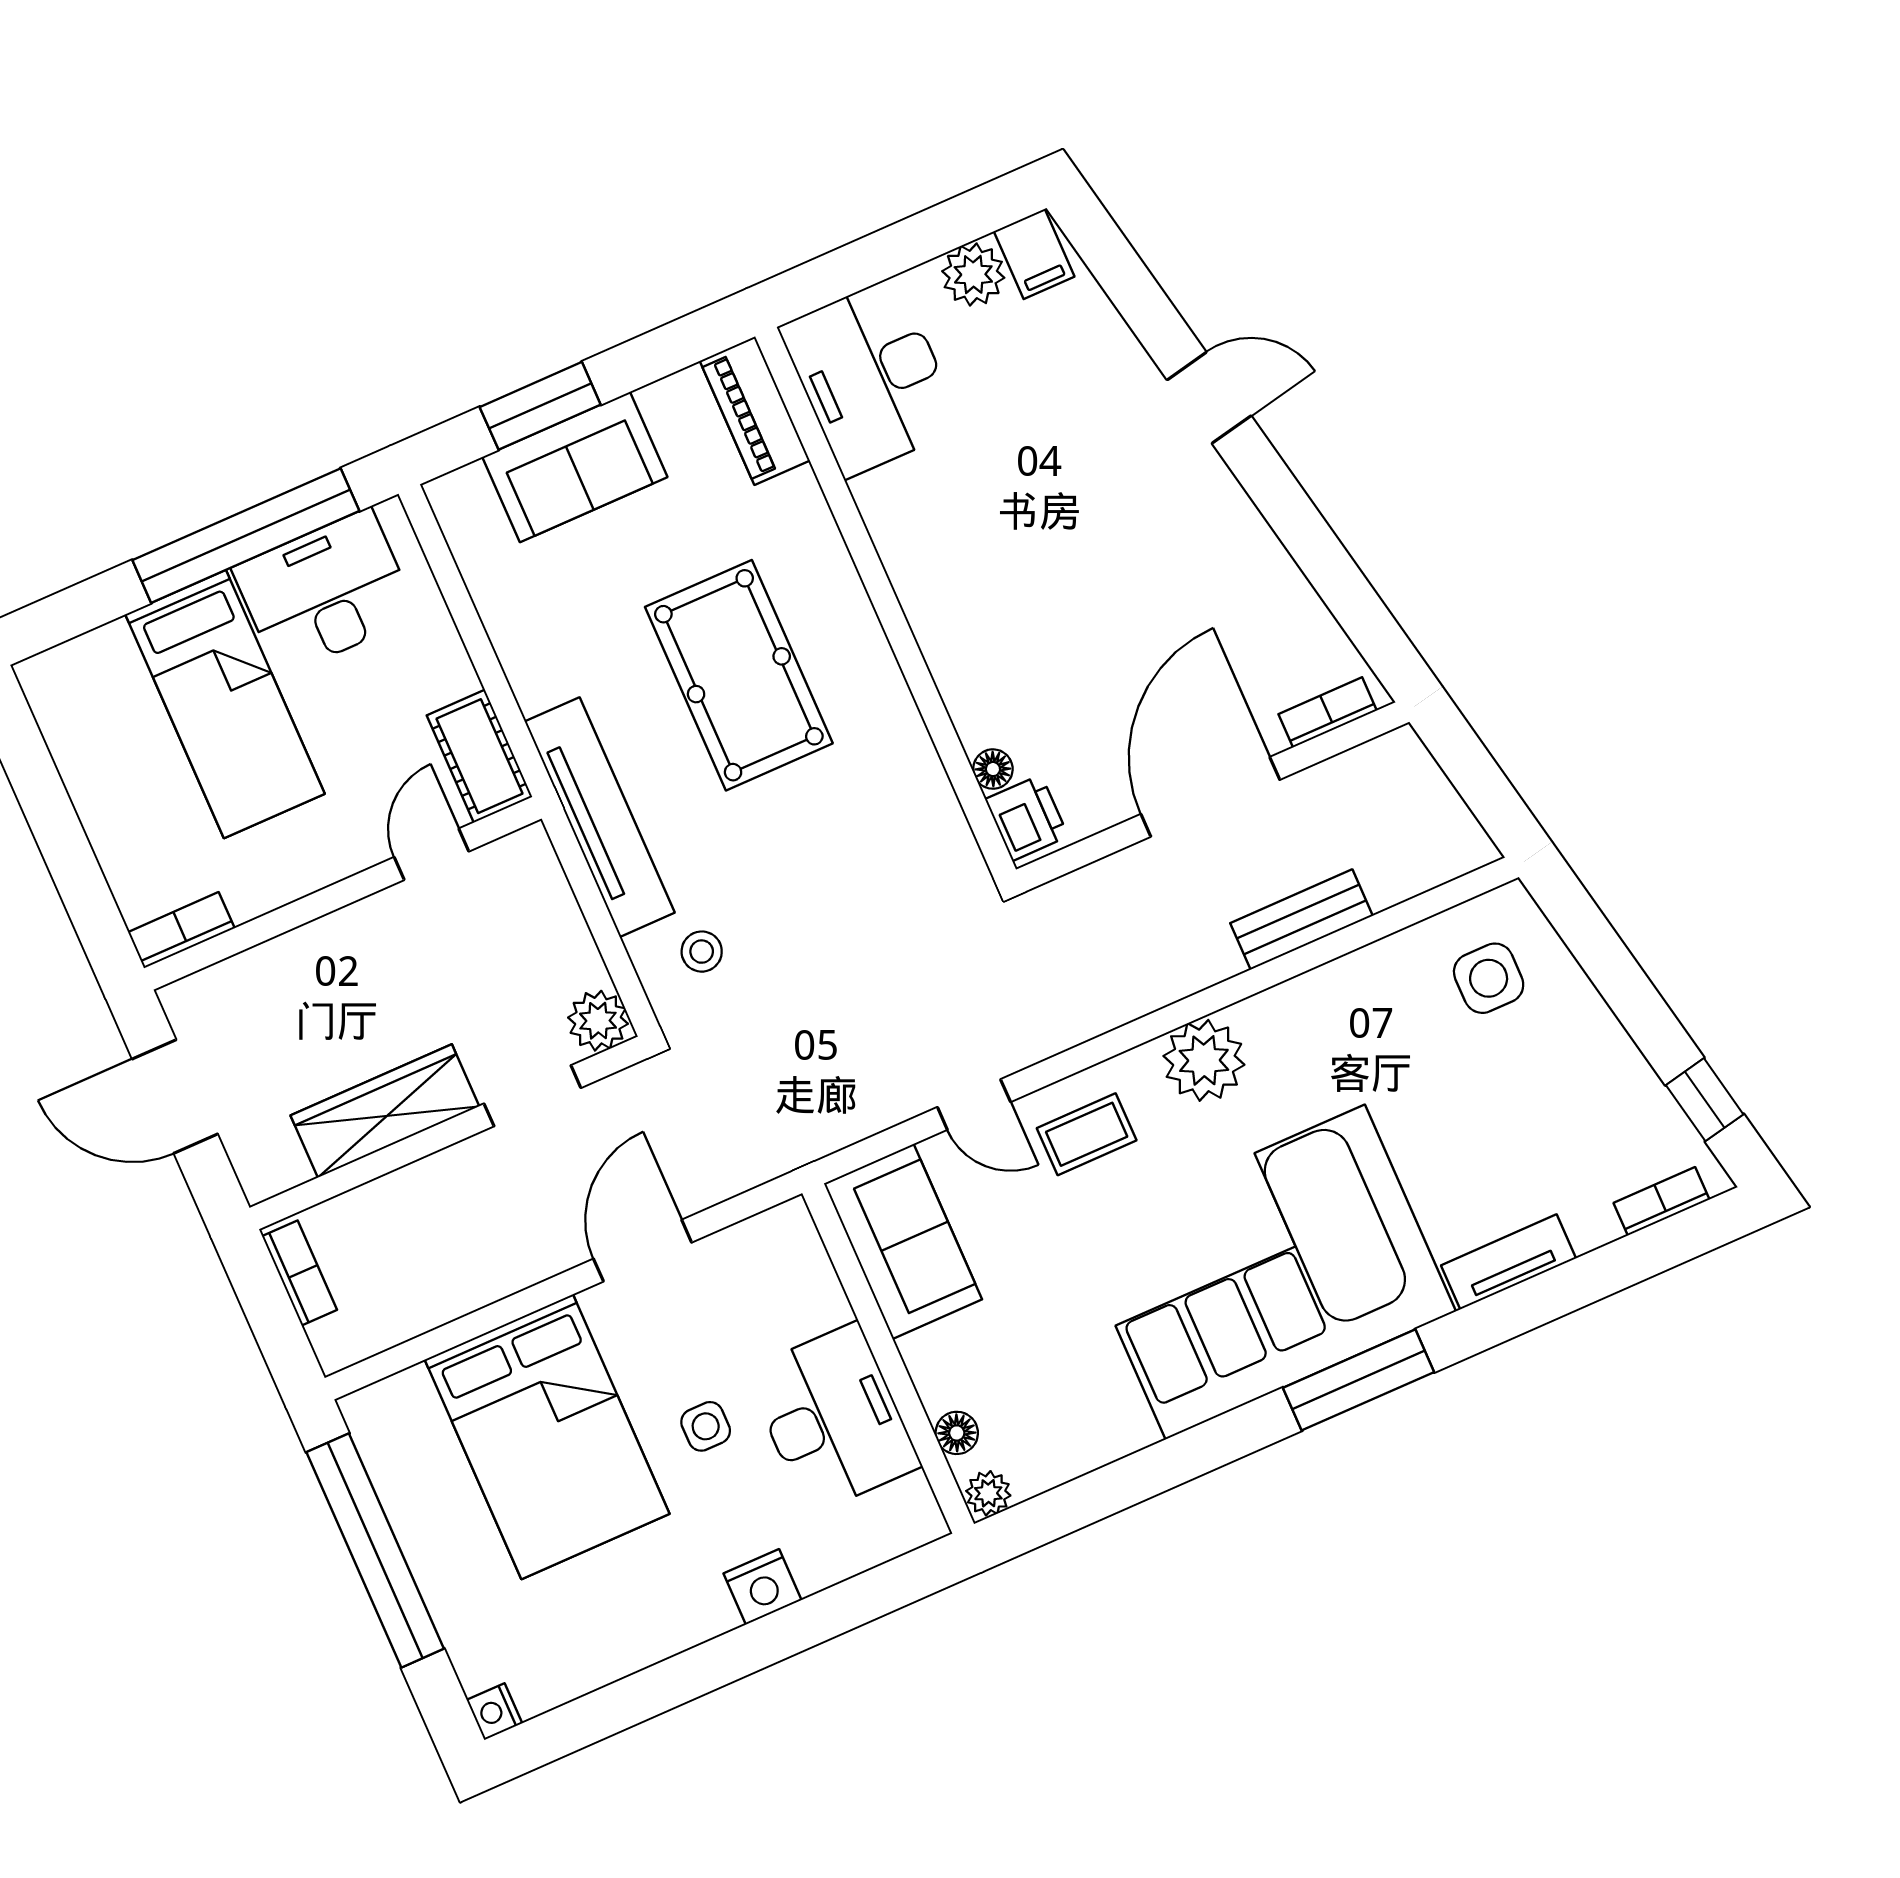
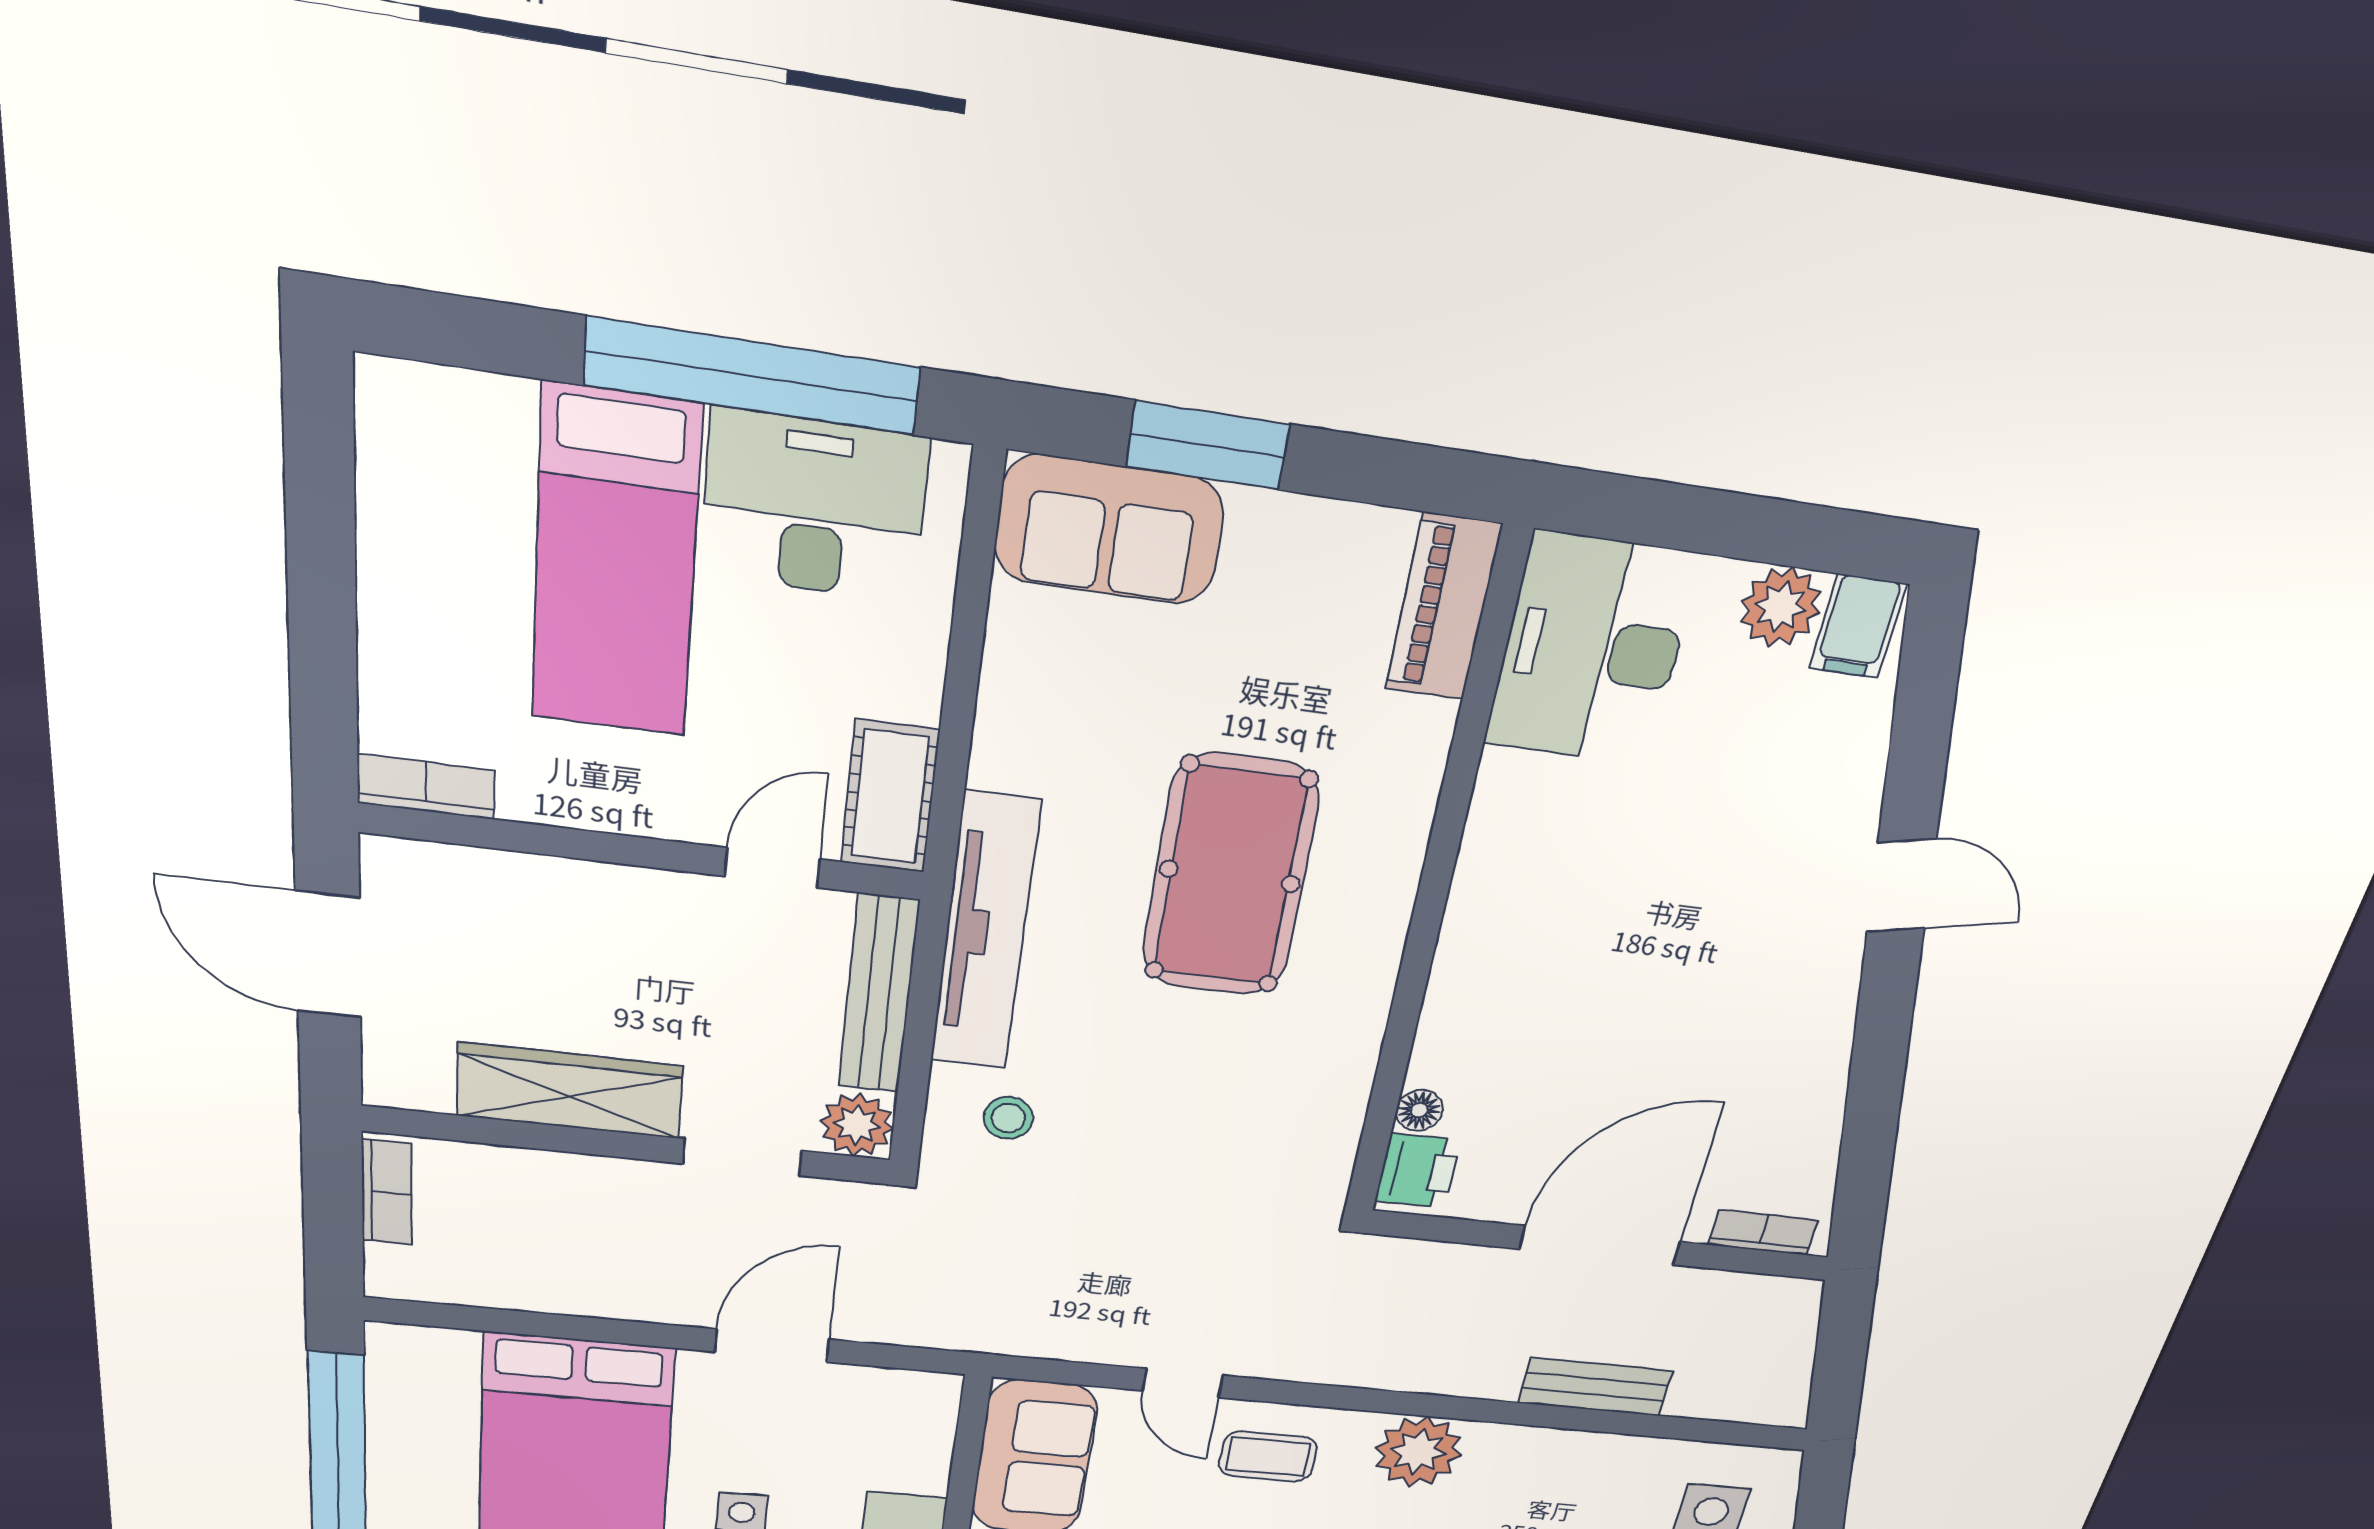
sofa: (575, 467) -> (1109, 530), moved
bench: (555, 907) -> (879, 994), added

